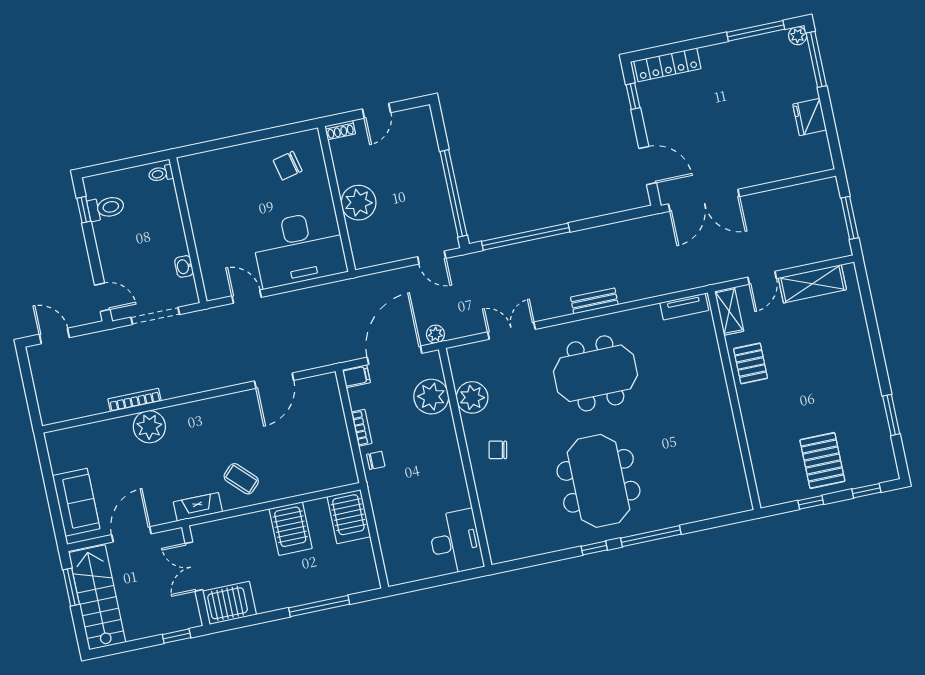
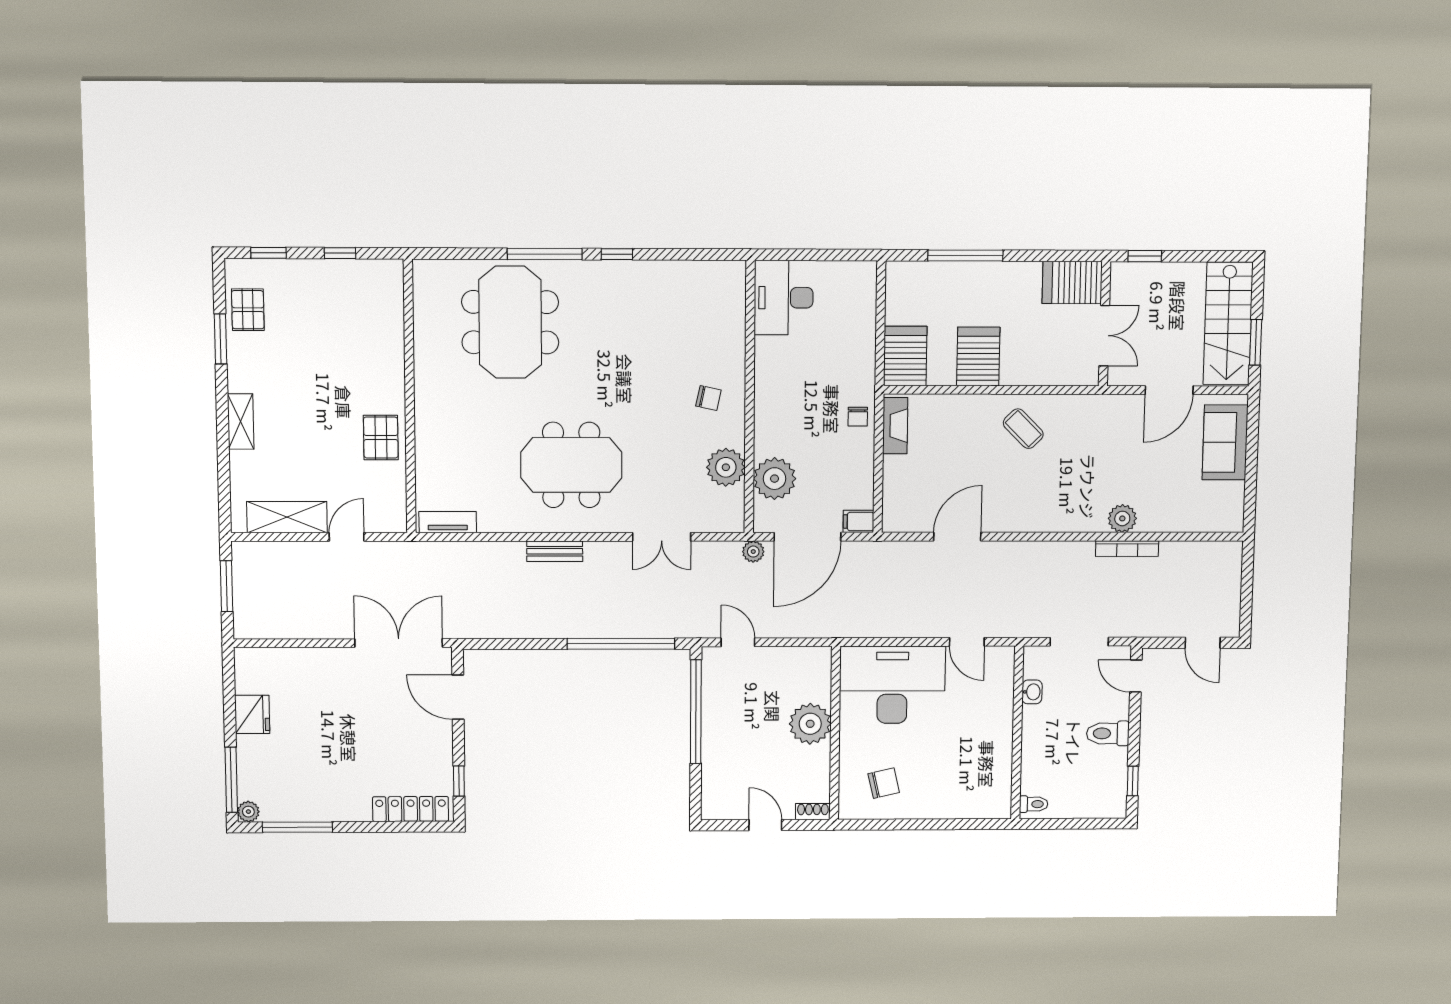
door: (377, 111) -> (765, 825), hinge flipped
toilet: (106, 208) -> (1108, 733), moved
shelving: (729, 311) -> (241, 422), moved
plant: (149, 427) -> (1122, 518), width x0.73, depth x0.73
bookcase: (362, 428) -> (866, 459), removed
chair: (376, 460) -> (858, 417), turned -90
pallet: (822, 460) -> (248, 310), moved, width x0.67, depth x0.71
meeting table: (598, 481) -> (510, 322), moved
fireplace: (198, 507) -> (895, 426), moved, turned -90

